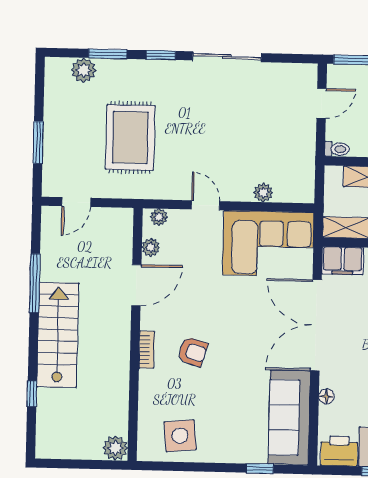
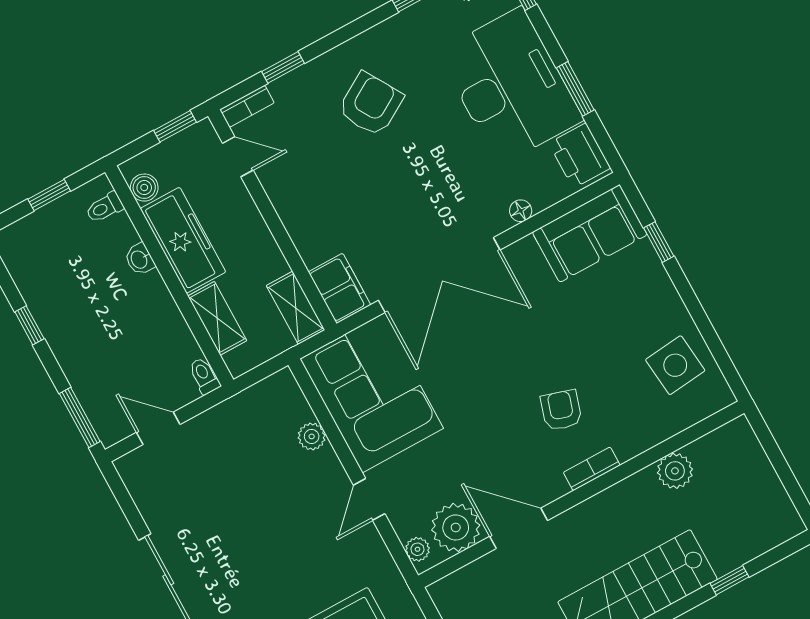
plant: (151, 247) -> (456, 527), width x1.88, depth x1.88
sofa: (289, 418) -> (590, 233), width x0.73
plant: (115, 448) -> (675, 471), moved

